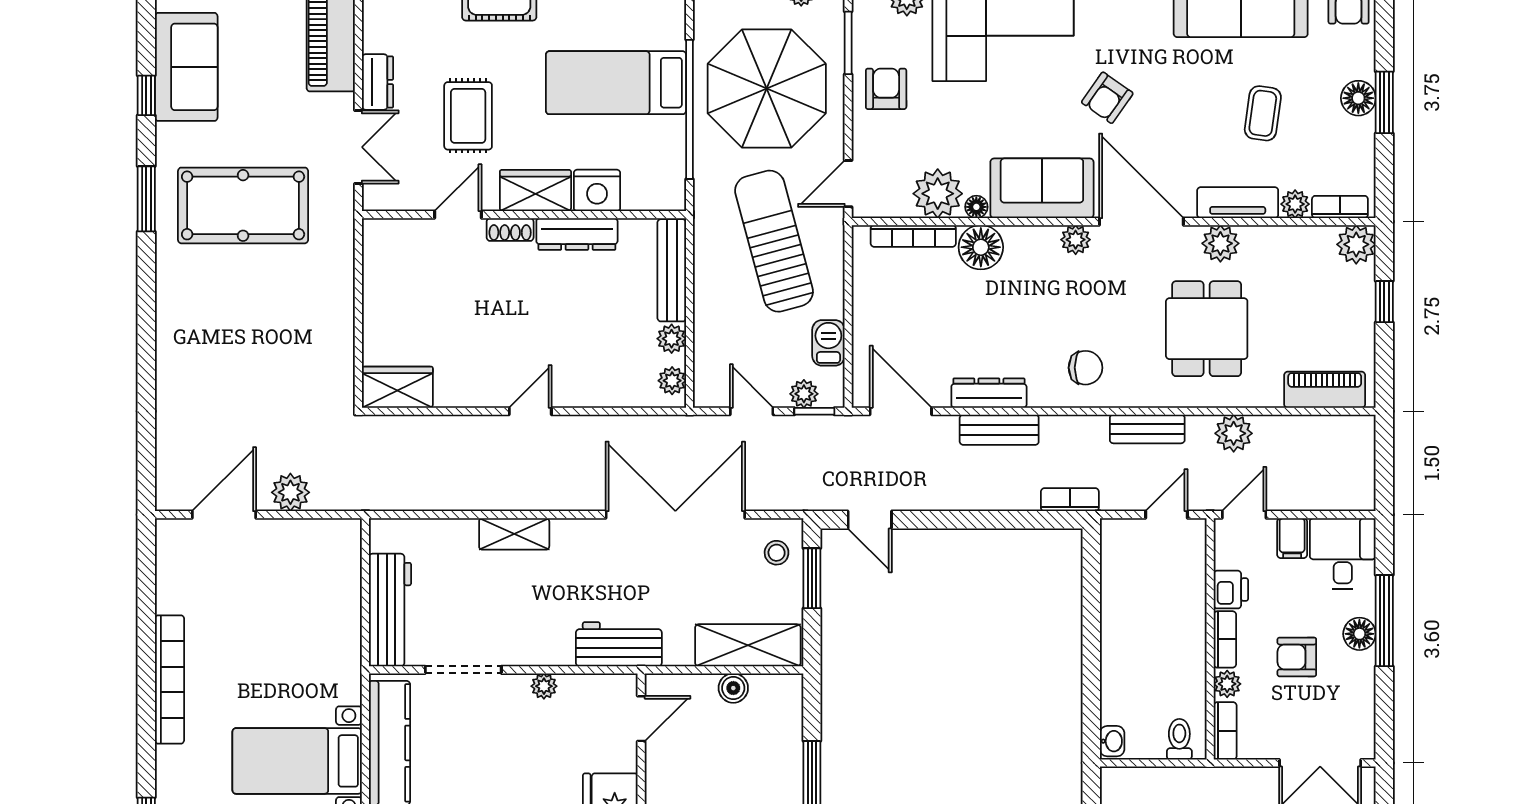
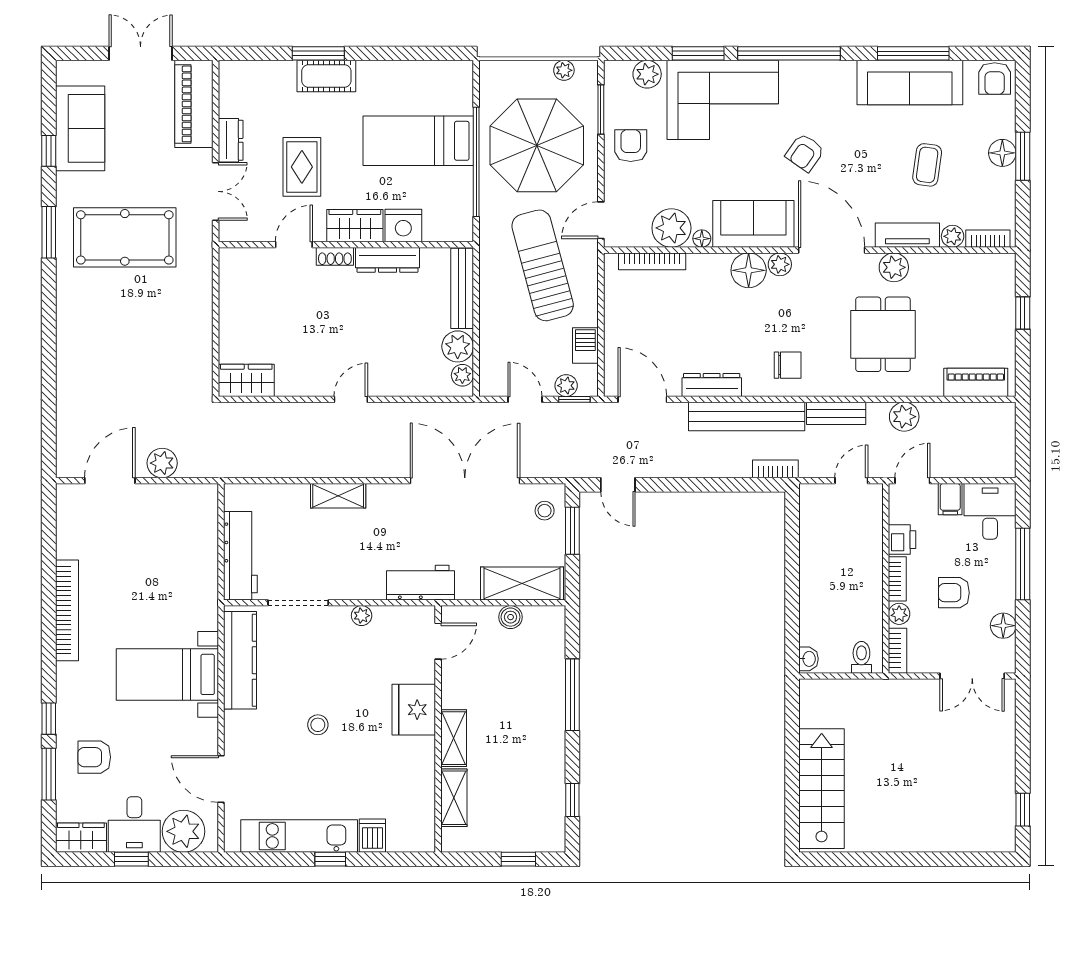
plant: (1356, 244) -> (1001, 268), removed
floor lamp: (981, 247) -> (749, 270), moved
plant: (672, 339) -> (458, 346), width x1.38, depth x1.38
bench: (999, 430) -> (747, 416), width x1.86, depth x1.21
floor lamp: (1359, 634) -> (1003, 626), moved

